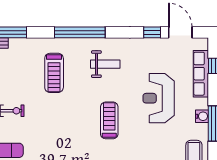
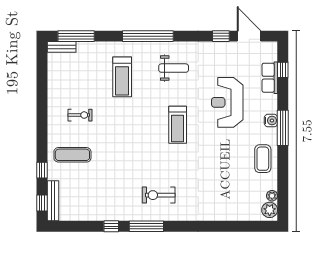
row of seats: (201, 74) -> (270, 78), width x0.68
treadmill: (109, 120) -> (178, 125), turned 180

